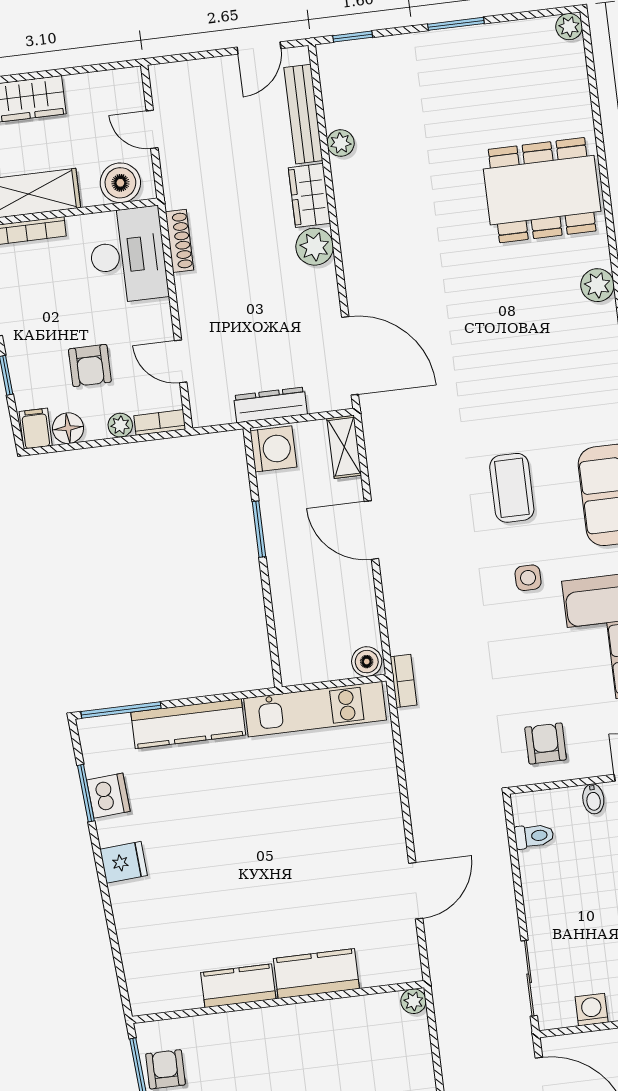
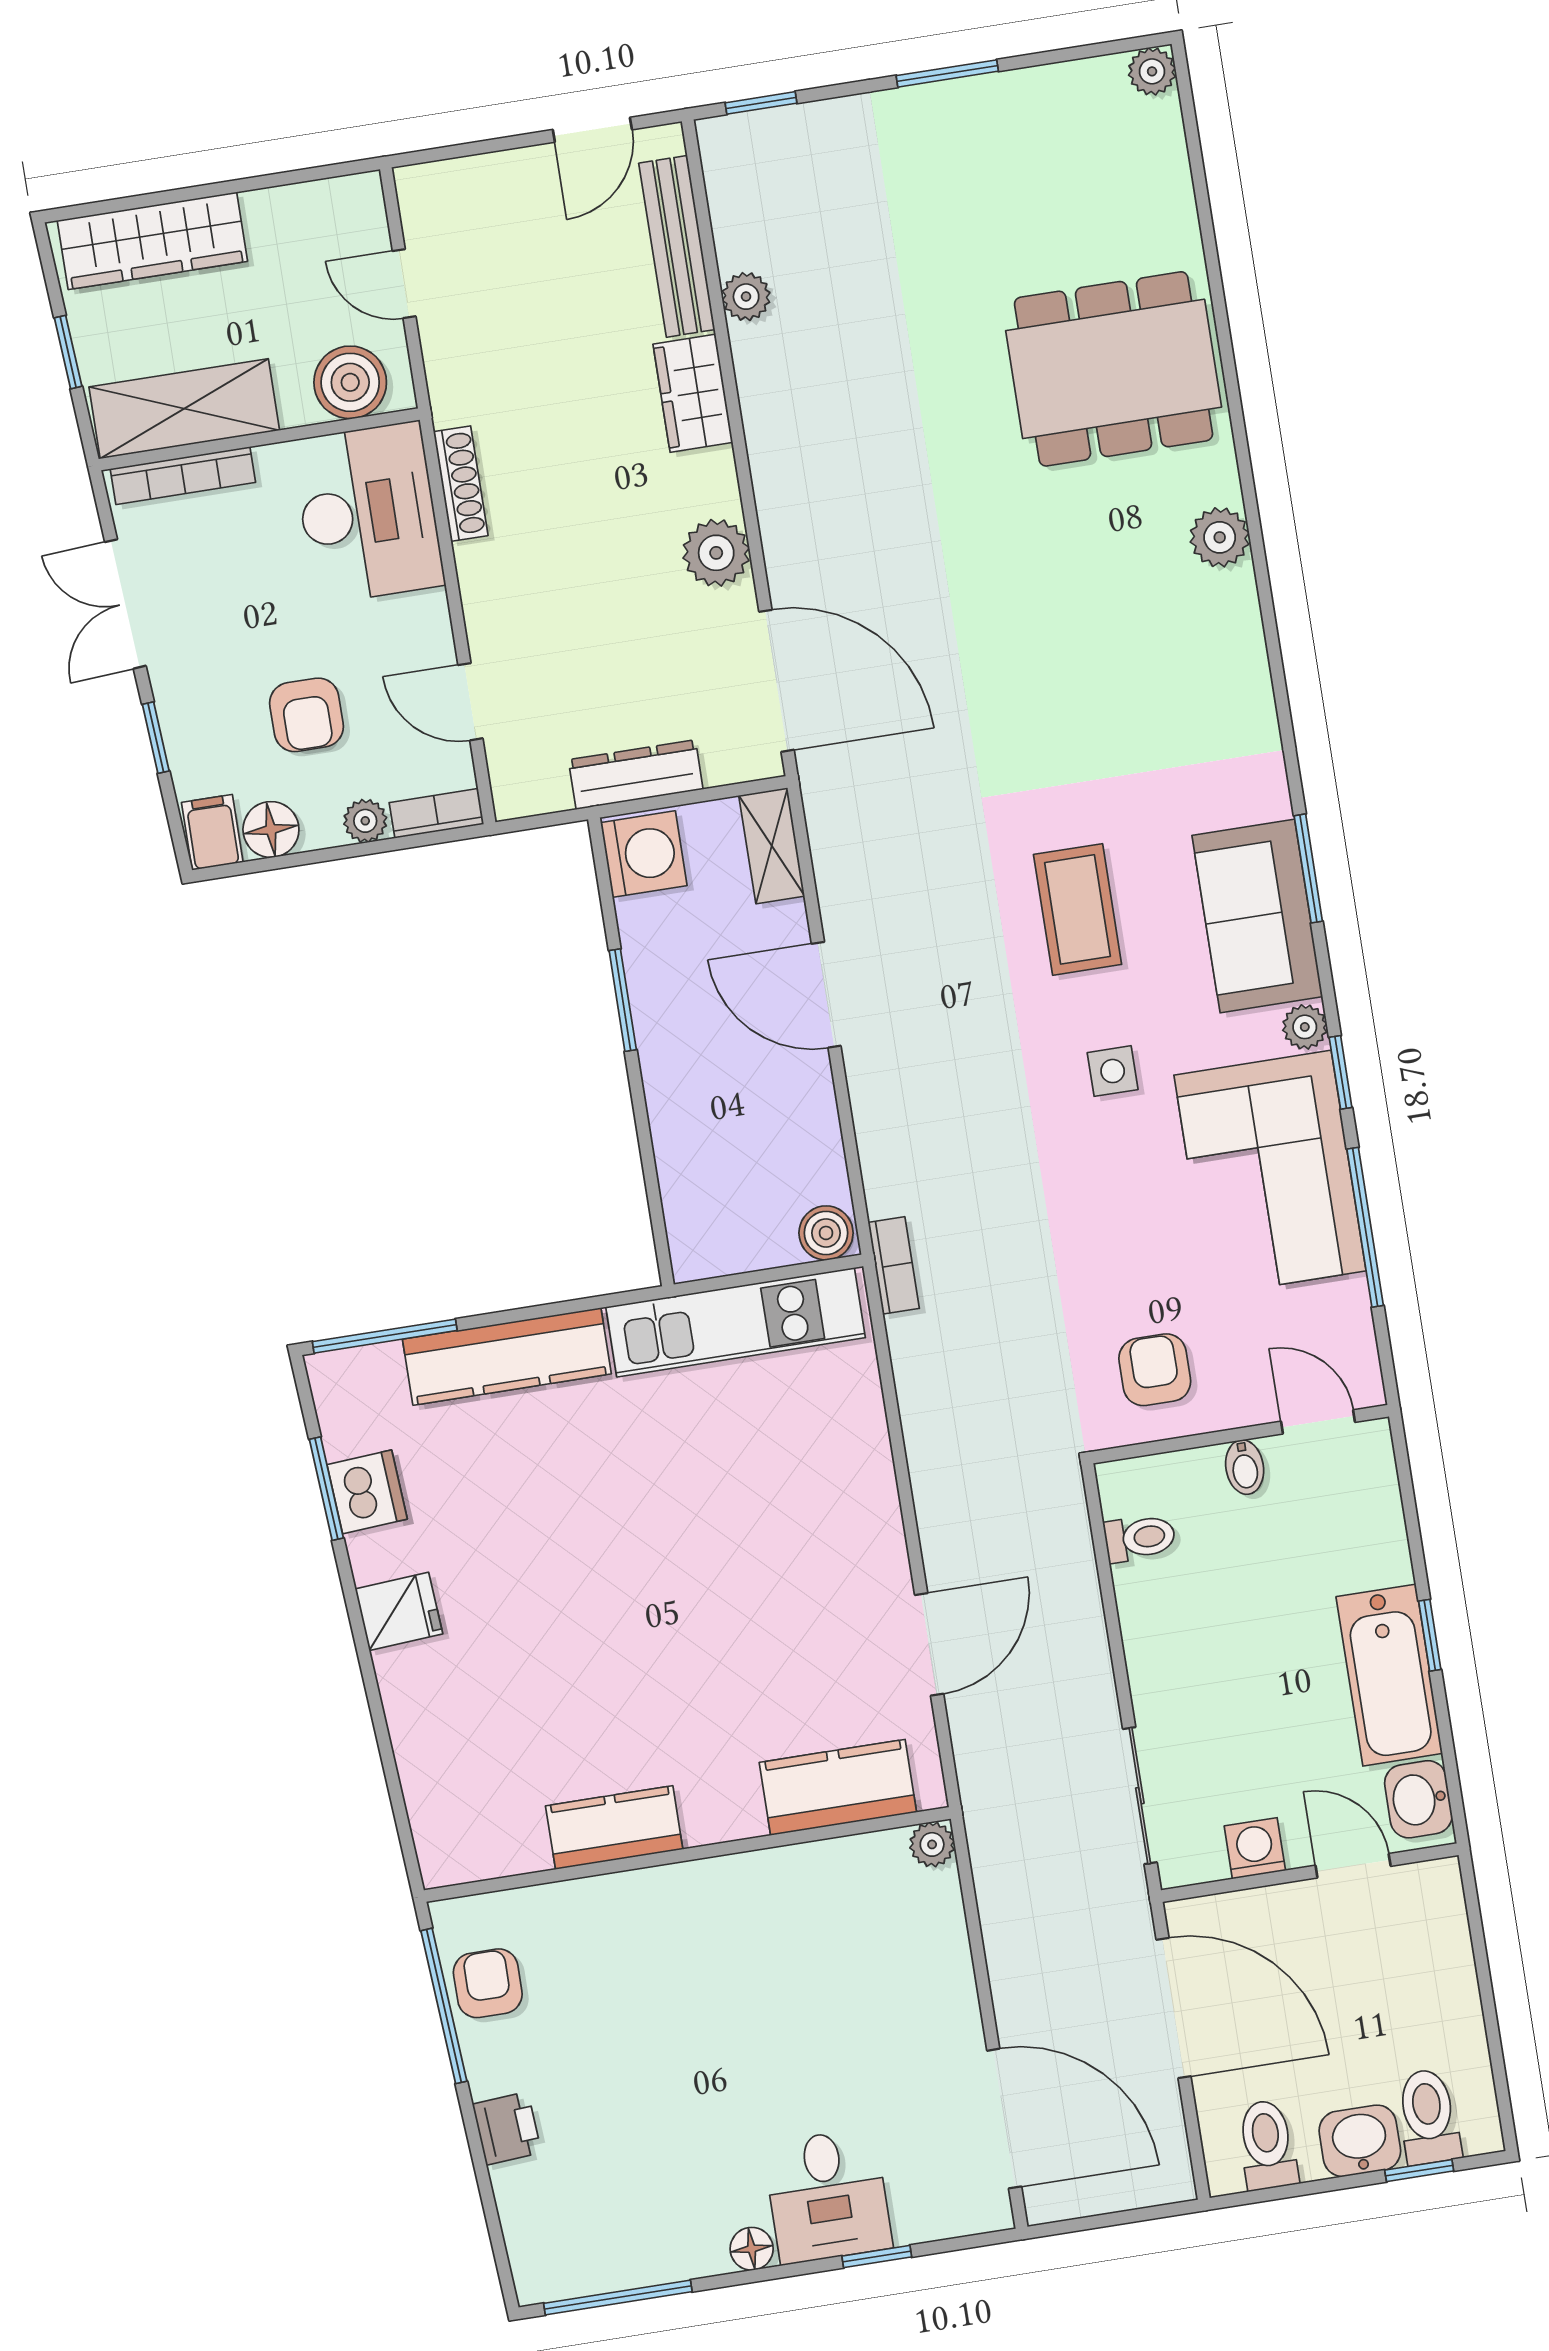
plant: (315, 247) -> (716, 553), moved
kitchen counter: (316, 974) -> (838, 1787), moved

